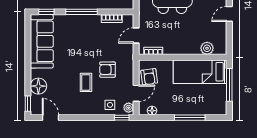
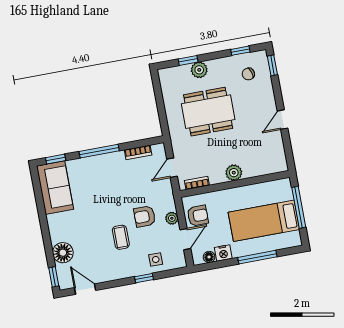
sofa: (42, 41) -> (55, 188), width x0.73
plant: (207, 48) -> (234, 173), moved
bed: (200, 72) -> (264, 221), moved
armchair: (149, 77) -> (198, 216), turned -82
plant: (129, 108) -> (172, 218), moved
nightstand: (164, 110) -> (223, 253), added
window: (122, 118) -> (144, 278), moved

